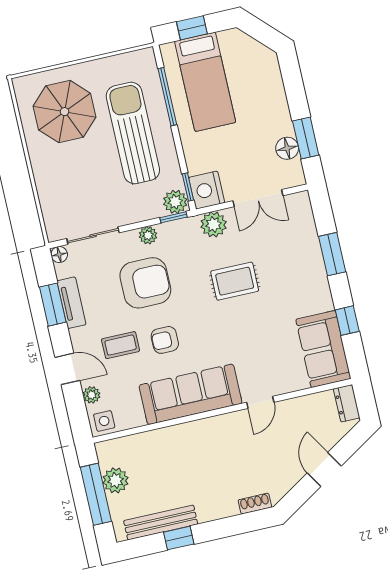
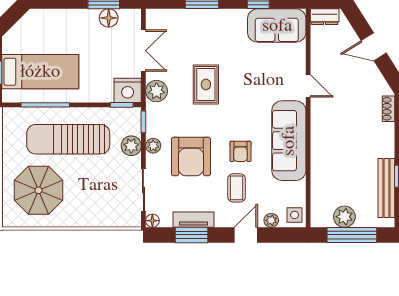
plant: (175, 202) -> (131, 146), moved
armchair: (145, 283) -> (191, 157), turned 180

